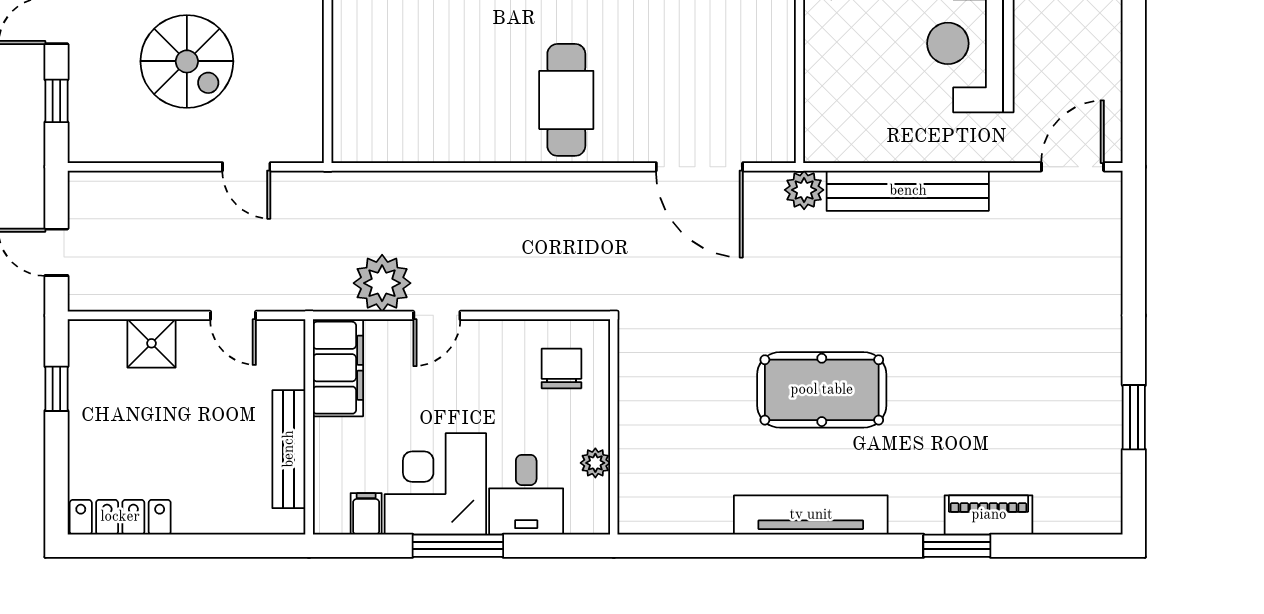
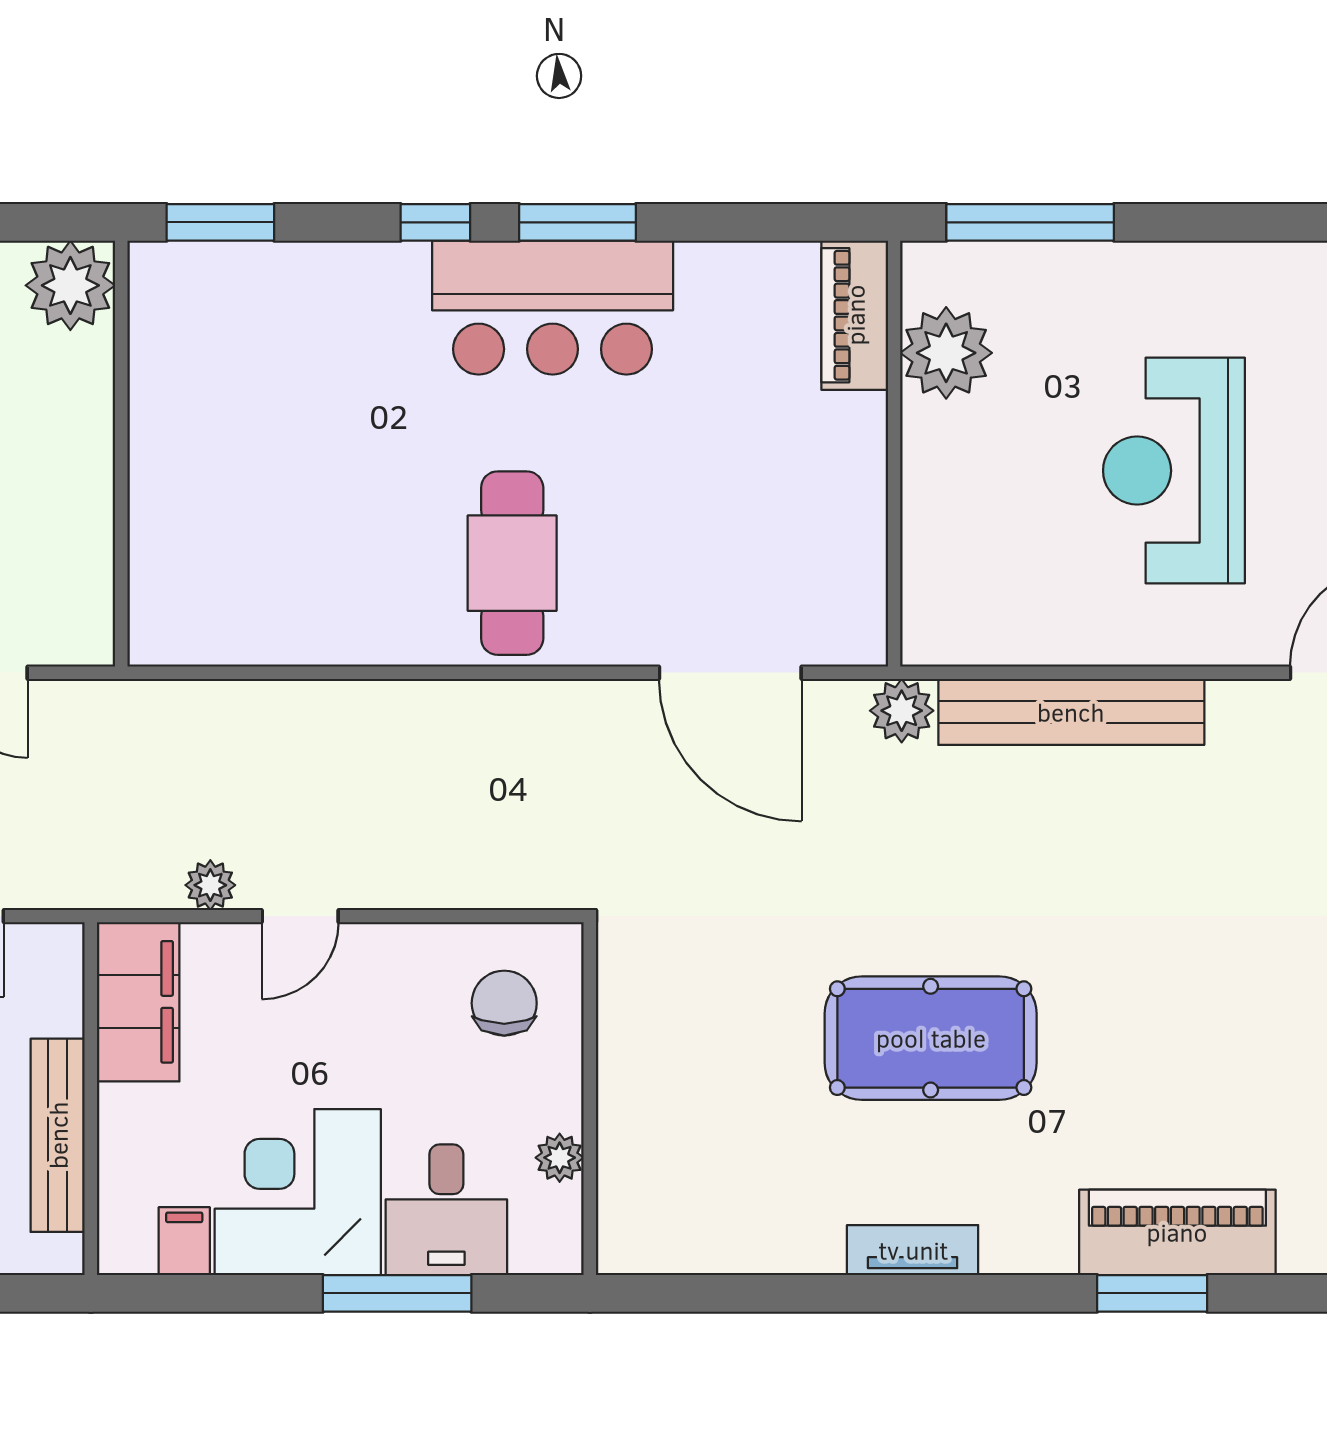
plant: (382, 283) -> (210, 885), width x0.53, depth x0.53
tv unit: (811, 515) -> (913, 1250), width x0.52, depth x0.78
piano: (989, 515) -> (1177, 1232), width x1.37, depth x1.33
window: (458, 546) -> (397, 1293), moved

